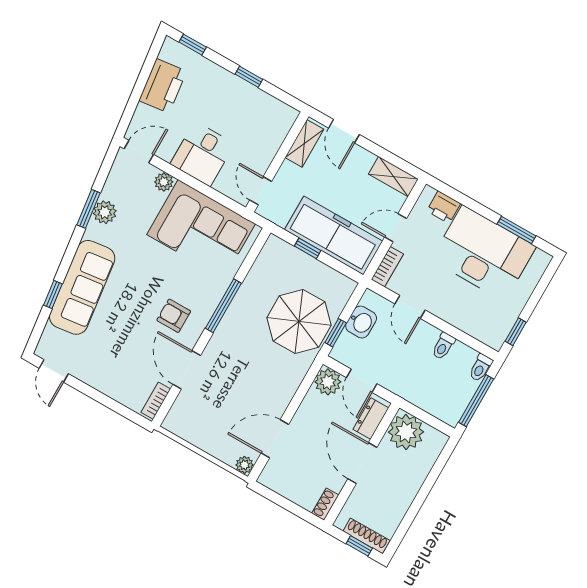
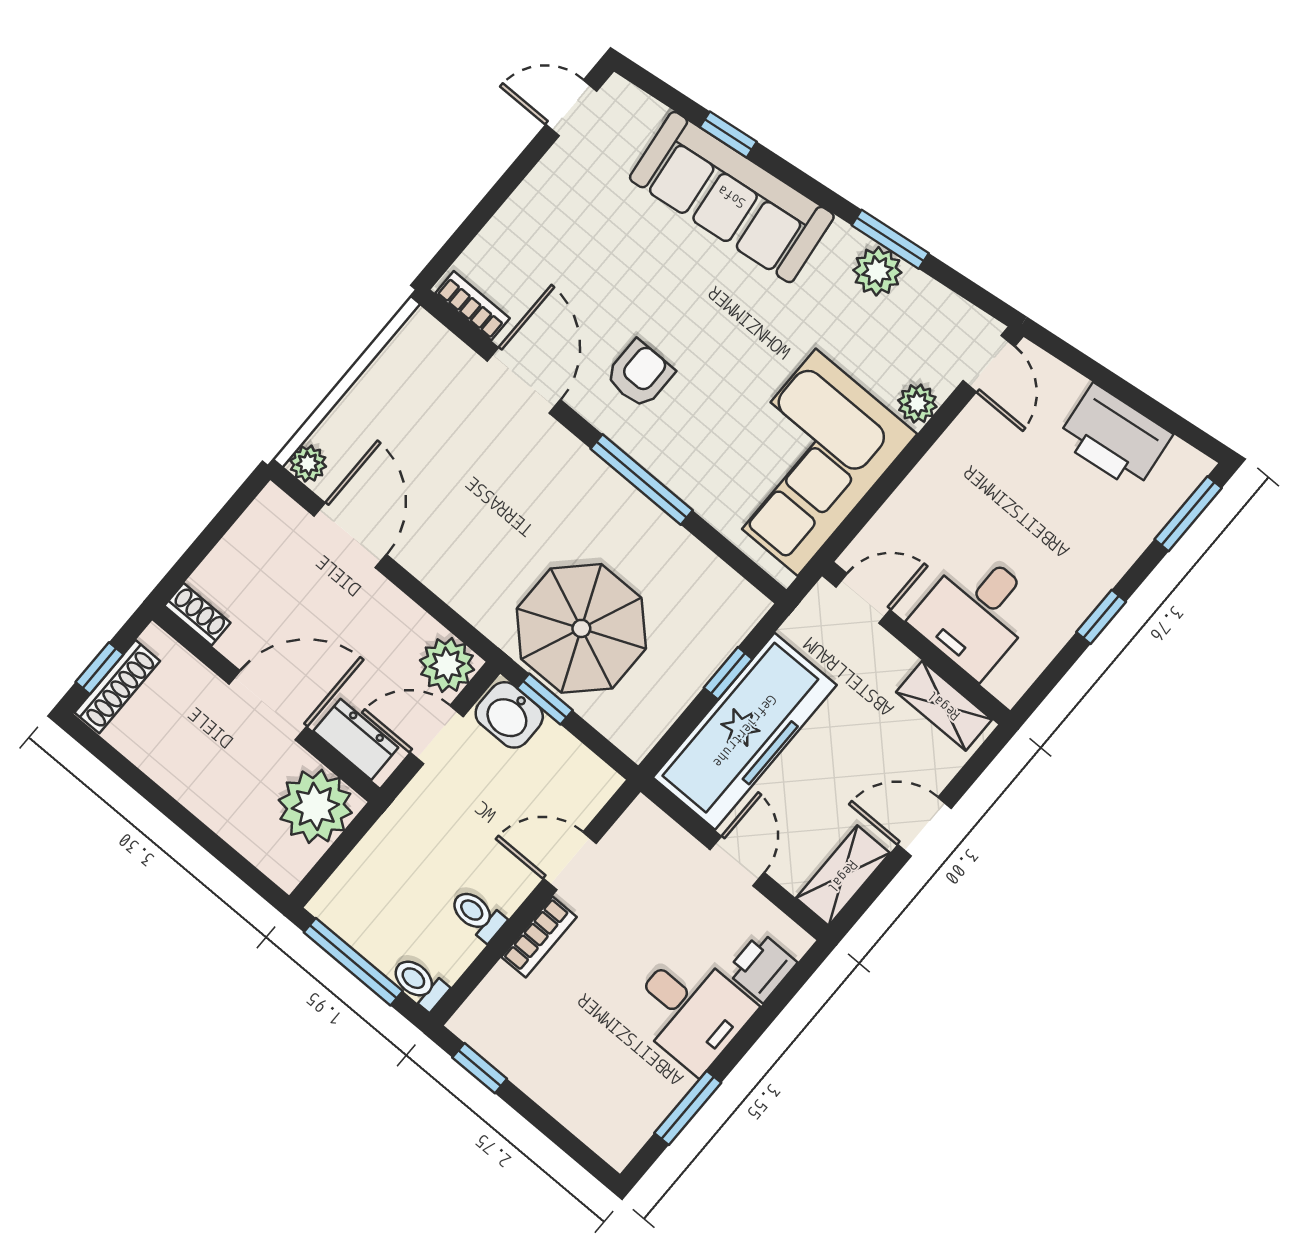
window: (193, 45) -> (1188, 514), width x1.50
door: (344, 131) -> (924, 827), moved
desk: (202, 154) -> (976, 613), moved, turned -90
desk: (484, 253) -> (691, 1010), width x0.53, depth x0.77
bookcase: (387, 267) -> (539, 937), moved, turned -90
washbasin: (361, 322) -> (509, 715), moved
door: (187, 370) -> (524, 380), hinge flipped

